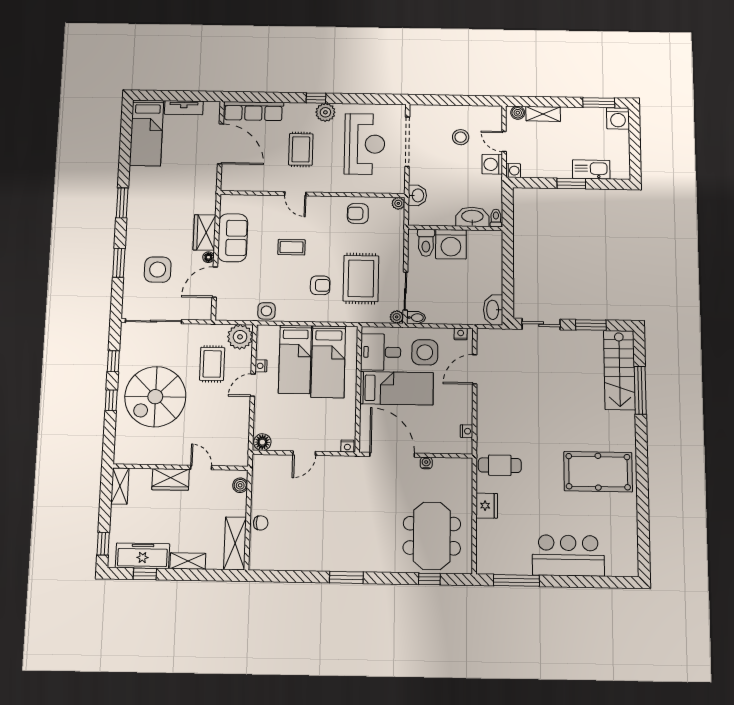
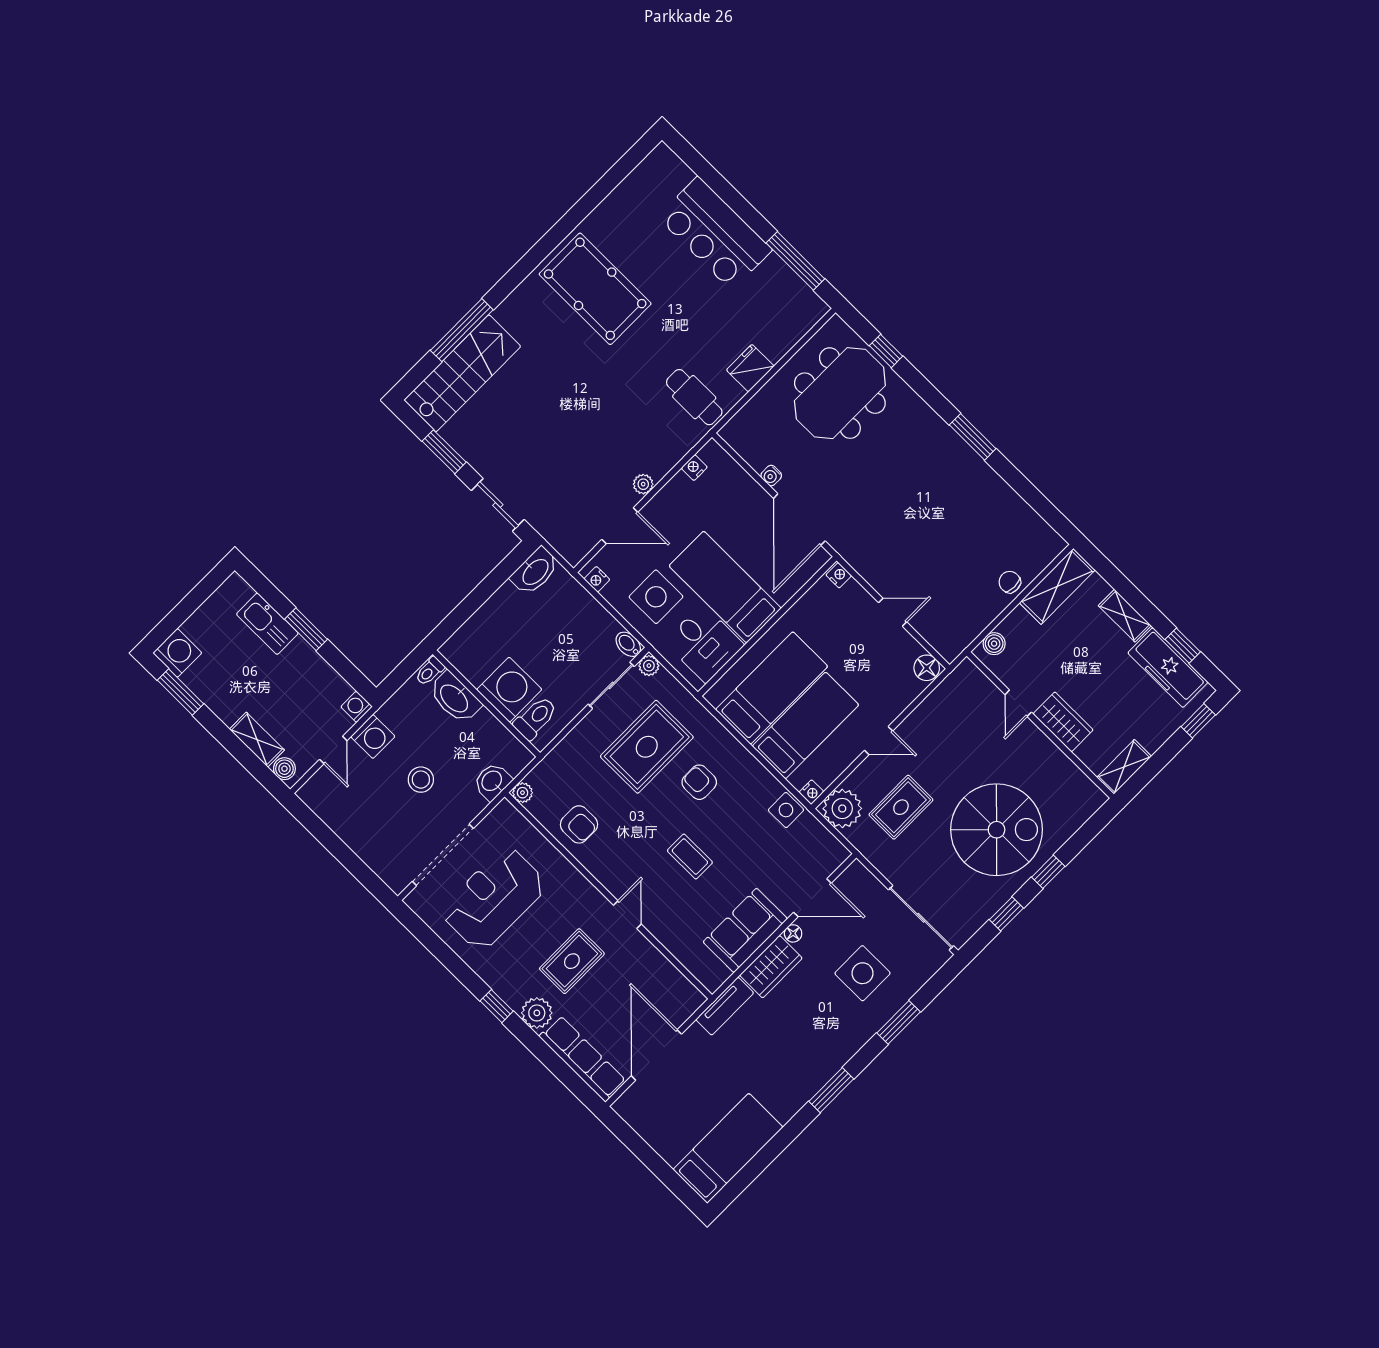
tv unit: (184, 108) -> (725, 1006), moved, turned 90
plant: (325, 112) -> (537, 1013), moved
stool: (461, 137) -> (421, 780), moved
nightstand: (261, 366) -> (811, 792), moved
plant: (483, 400) -> (643, 484), added

